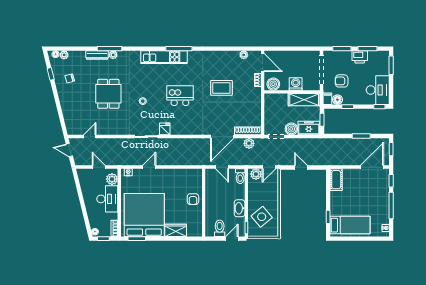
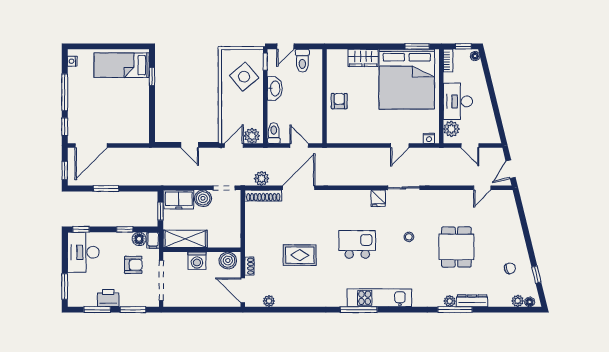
kitchen island: (180, 96) -> (357, 244), turned 180
door: (69, 150) -> (511, 169), swing flipped
cot: (336, 180) -> (141, 128), removed

